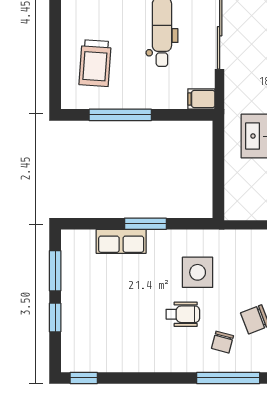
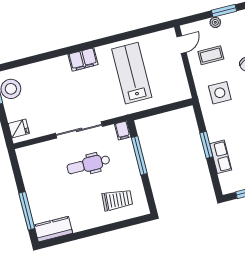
window: (120, 115) -> (139, 155), moved
side table: (198, 272) -> (220, 93), moved

